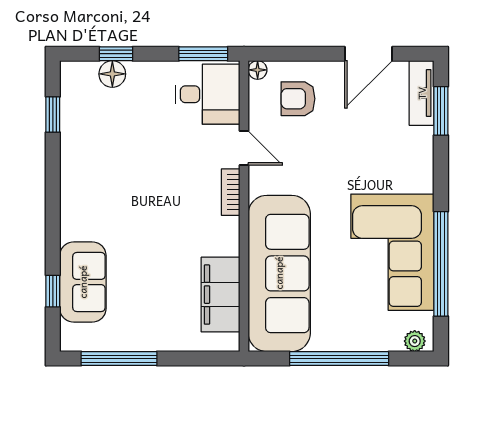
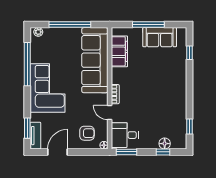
corner sofa: (392, 252) -> (48, 88), moved
sofa: (83, 282) -> (160, 37), moved, turned -90
window: (119, 359) -> (148, 25), moved

